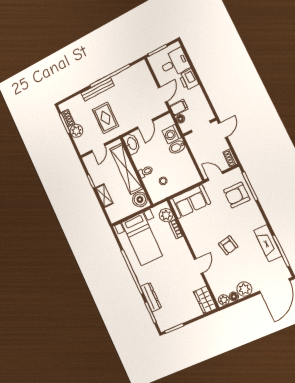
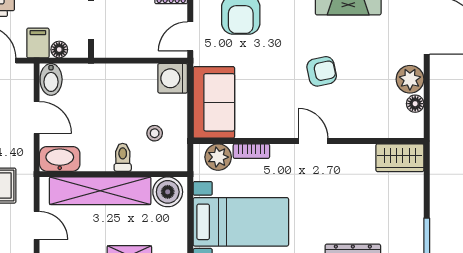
washing machine: (172, 134) -> (173, 78), moved, turned 90
bidet: (177, 147) -> (51, 79), moved
door: (199, 266) -> (313, 141), moved
plant: (224, 300) -> (414, 124), removed

